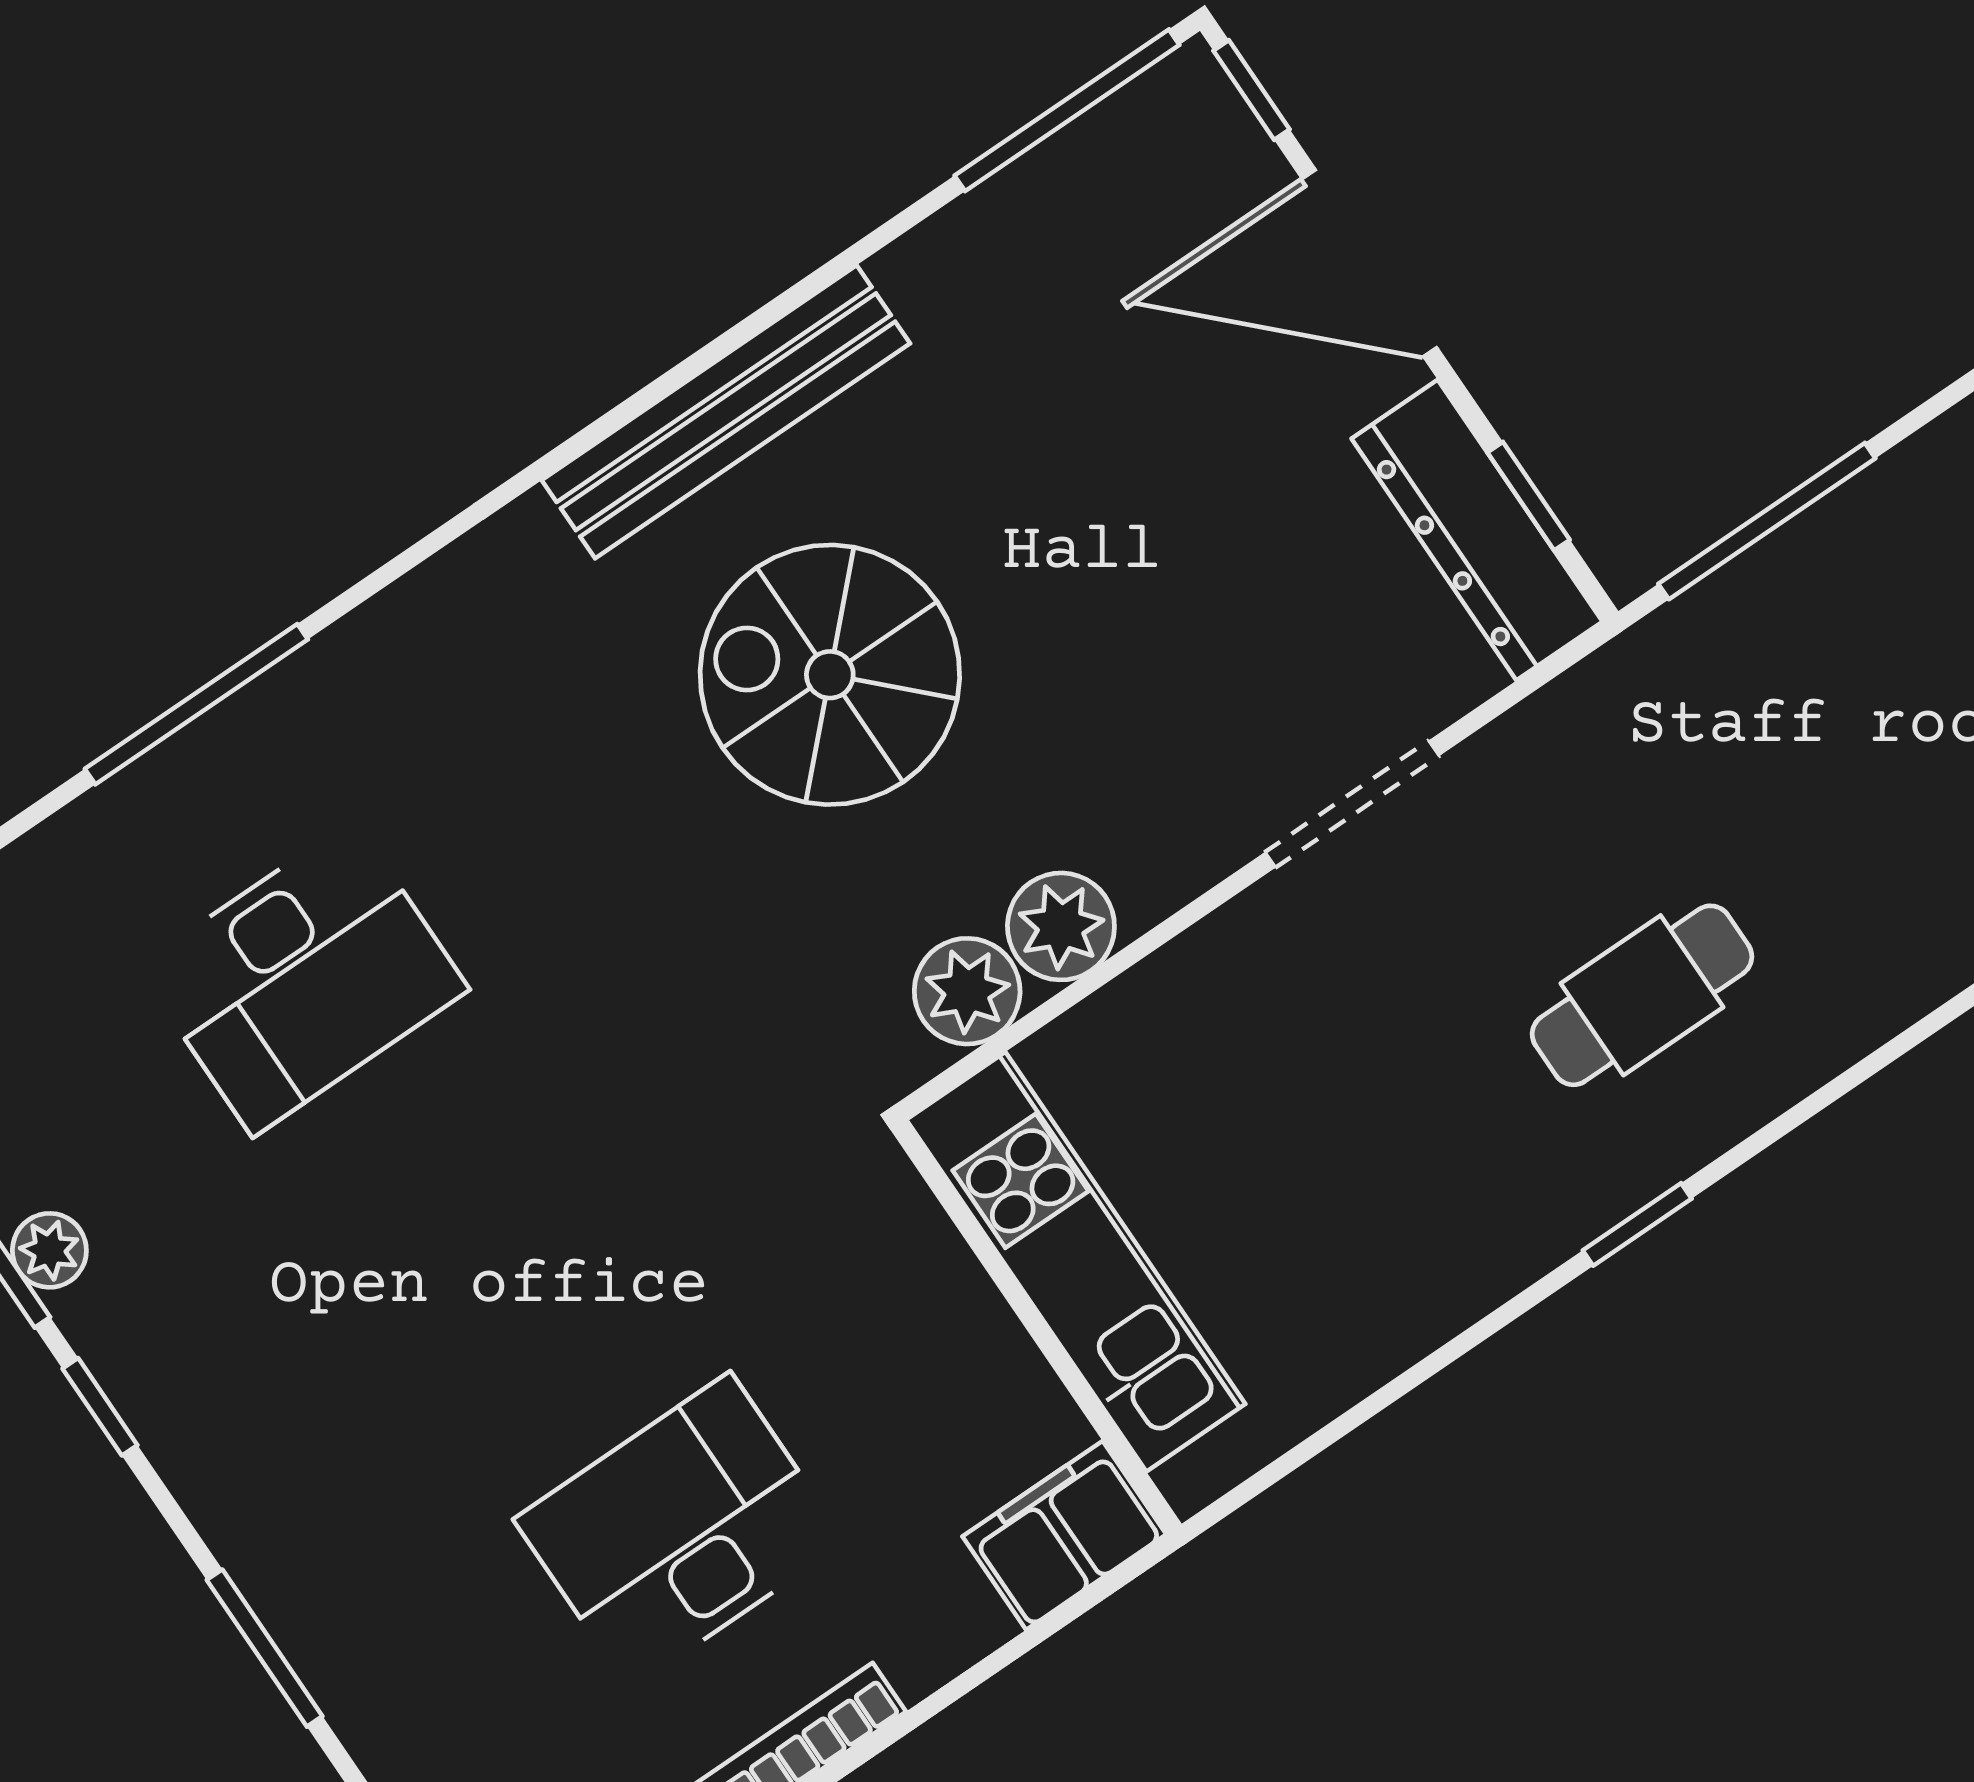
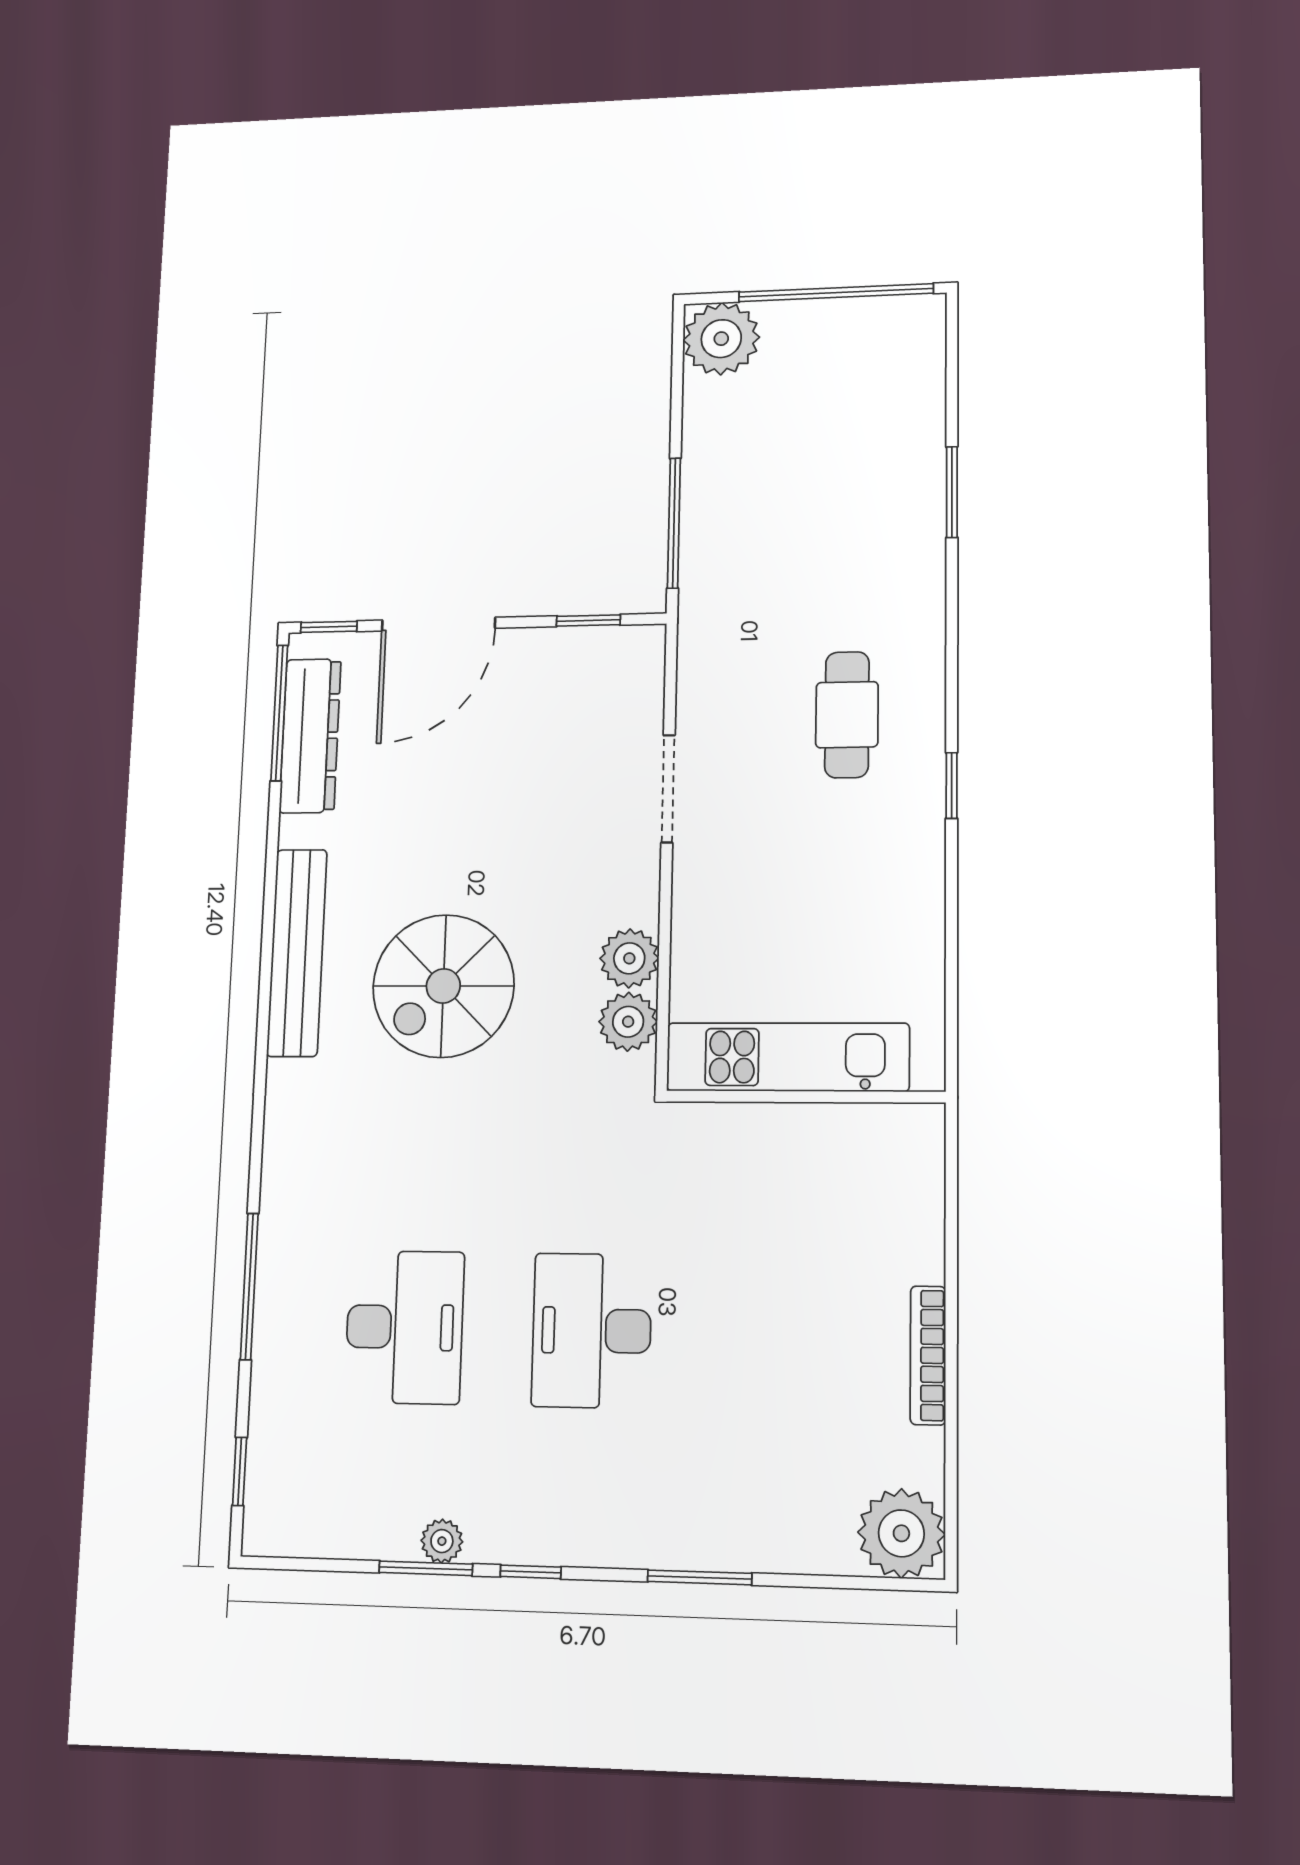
dresser: (1477, 530) -> (310, 736), moved, turned -90
desk: (680, 1531) -> (592, 1331), moved
filing cabinet: (1064, 1535) -> (913, 1152), removed

